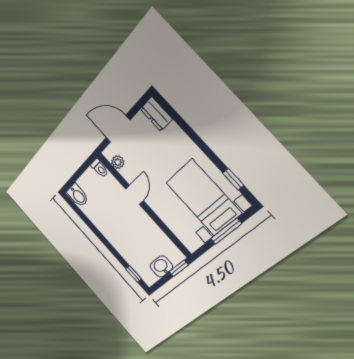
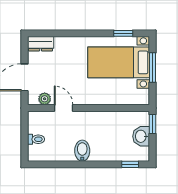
toilet: (100, 168) -> (36, 139), moved
bidet: (78, 195) -> (82, 151), moved, turned -90
door: (134, 195) -> (64, 108), moved

